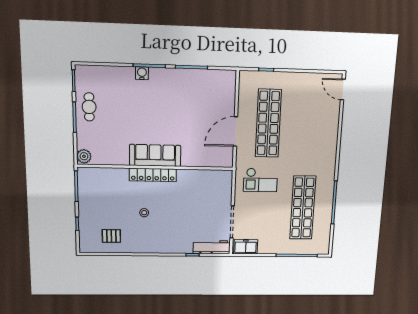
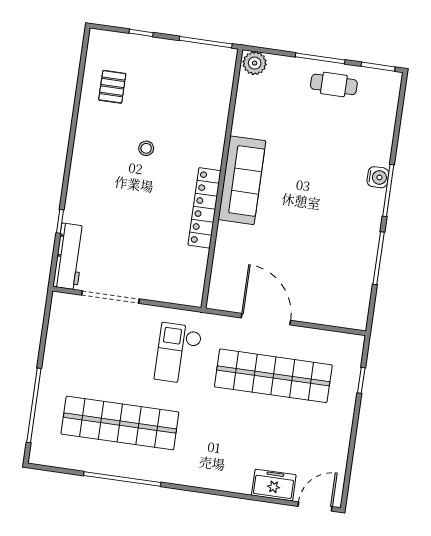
locker: (153, 175) -> (204, 208), moved
freezer: (246, 247) -> (274, 485), moved, turned -90

